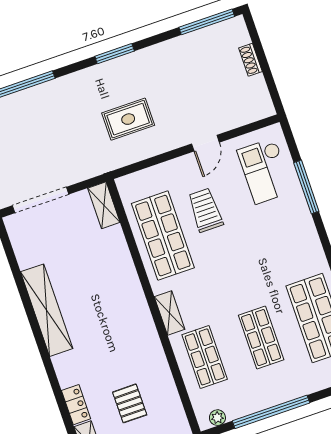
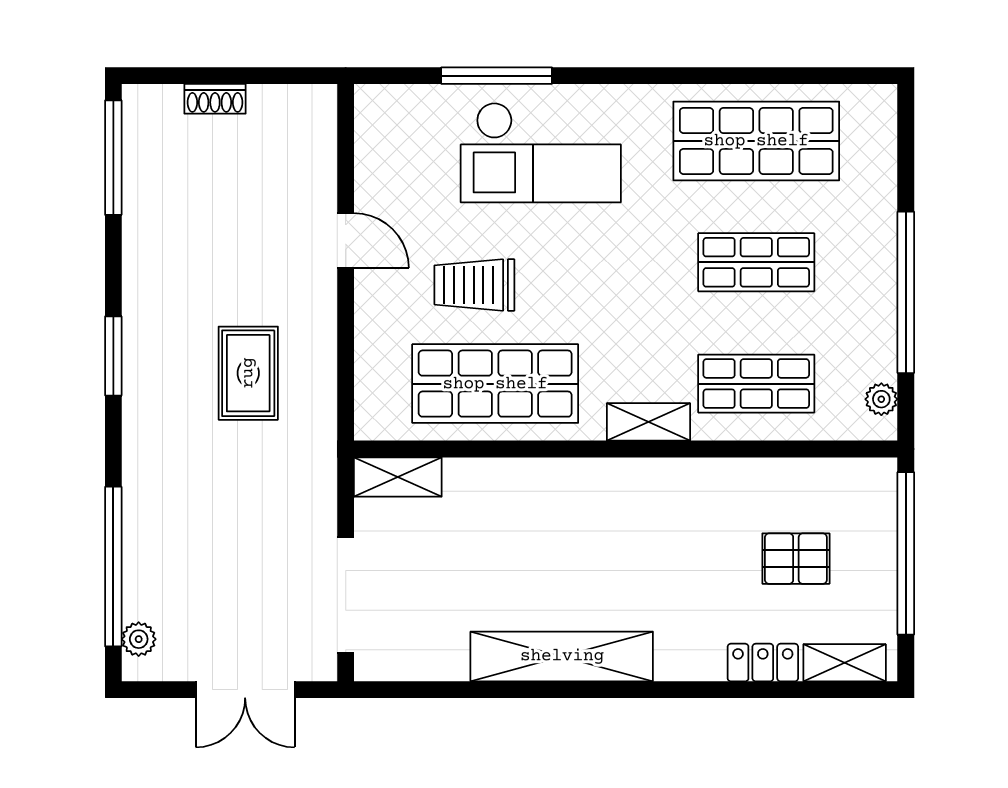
checkout: (265, 171) -> (541, 152), moved, width x1.36, depth x1.21

